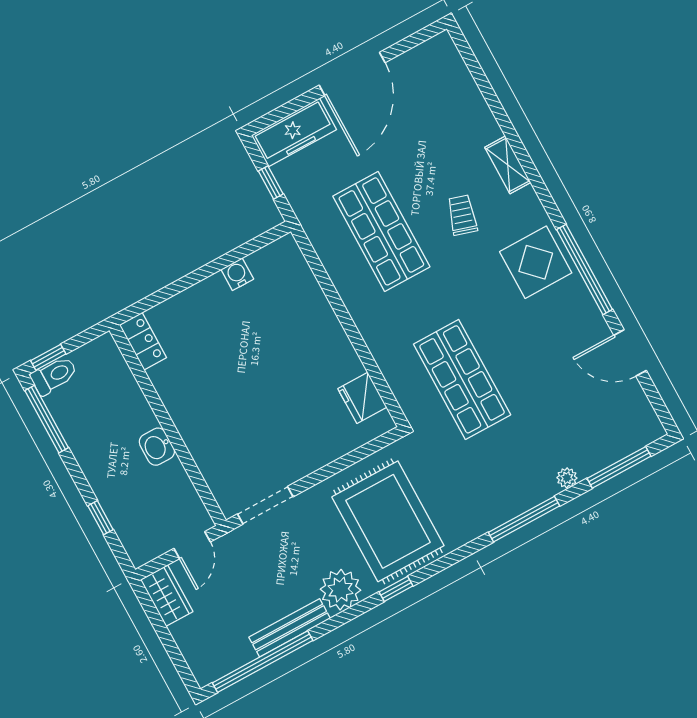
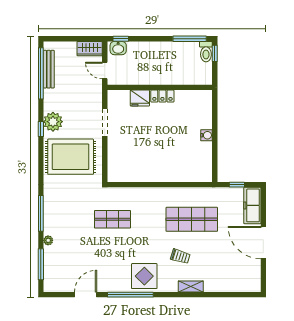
water cooler: (237, 274) -> (207, 135), moved
locker: (143, 341) -> (162, 96), moved
shop shelf: (462, 379) -> (112, 219), width x0.70, depth x0.74
fridge: (362, 398) -> (140, 98), moved, turned 180
washbasin: (157, 447) -> (118, 48), moved, turned 180
doorway: (265, 505) -> (105, 122), moved
window: (100, 518) -> (121, 39), moved
window: (396, 589) -> (41, 129), moved
bench: (290, 628) -> (49, 69), moved

